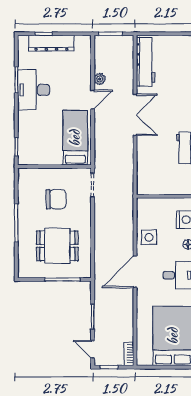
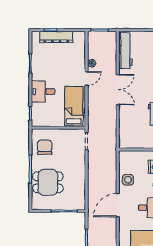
desk: (34, 90) -> (43, 92), moved, width x0.73
chair: (56, 199) -> (45, 147), moved, turned -89
dining table: (57, 246) -> (48, 182), moved

